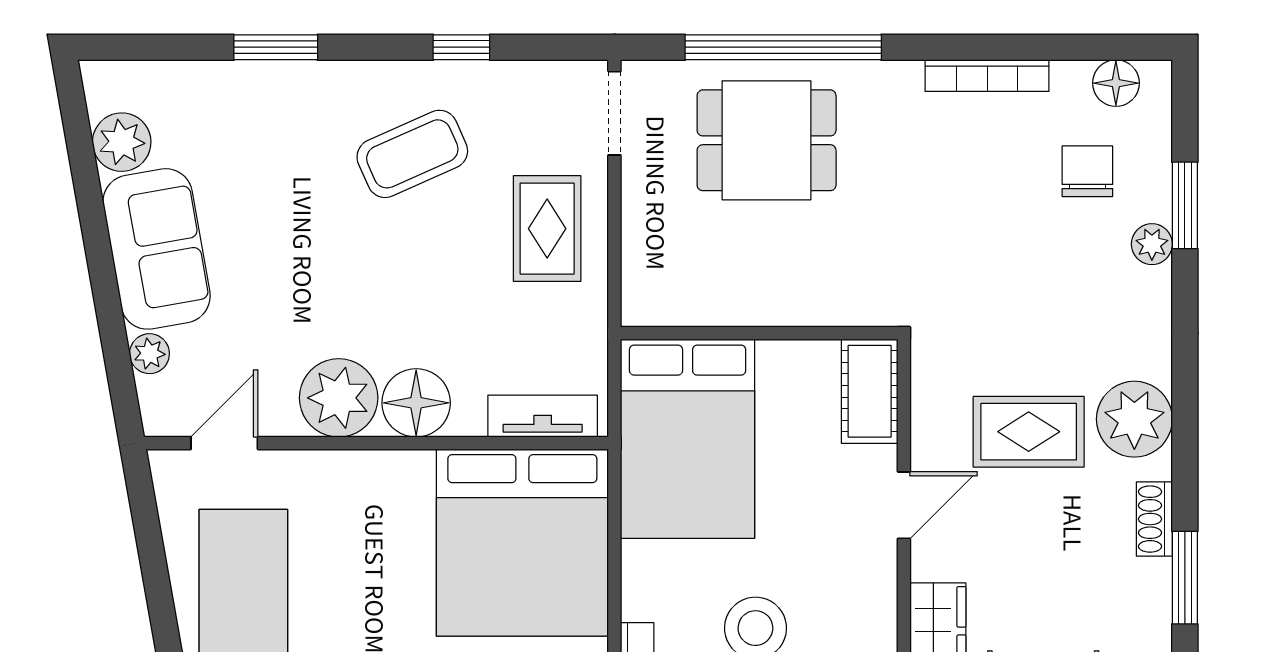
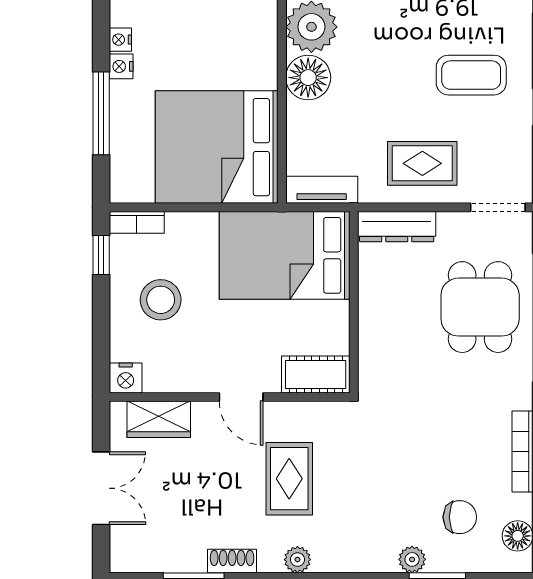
coffee table: (412, 154) -> (471, 75), turned -66
dresser: (644, 268) -> (397, 227), added
tv unit: (543, 416) -> (322, 190), moved, turned -90
plant: (1134, 419) -> (297, 560), width x0.53, depth x0.53

